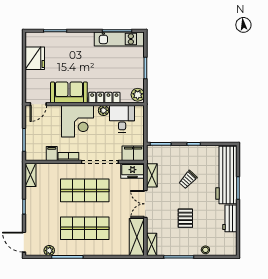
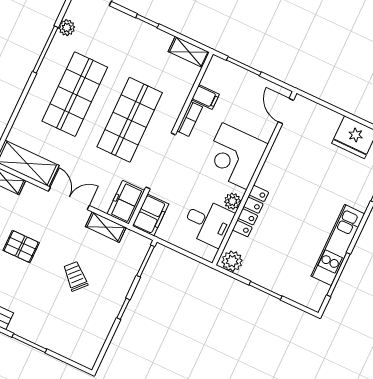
kitchen unit: (119, 39) -> (338, 245), moved
sofa: (69, 92) -> (282, 163), removed
workbench: (226, 175) -> (56, 335), removed

